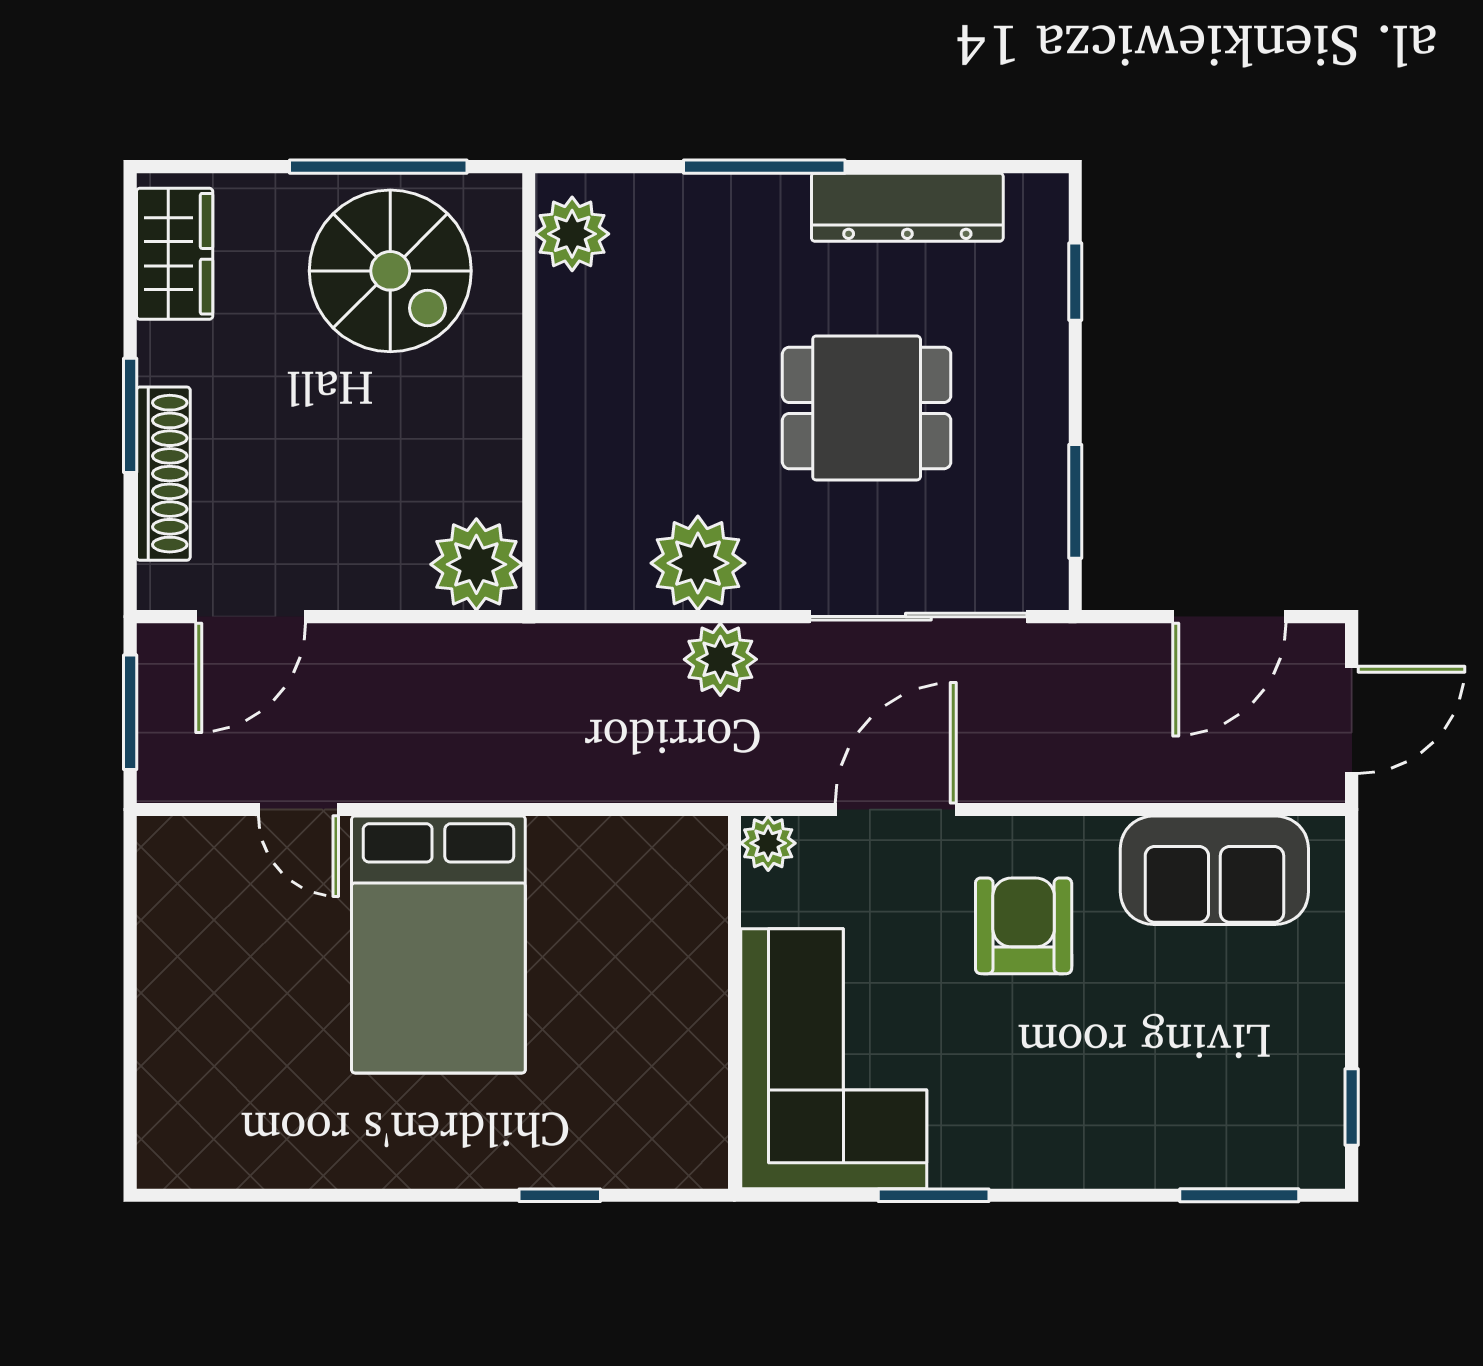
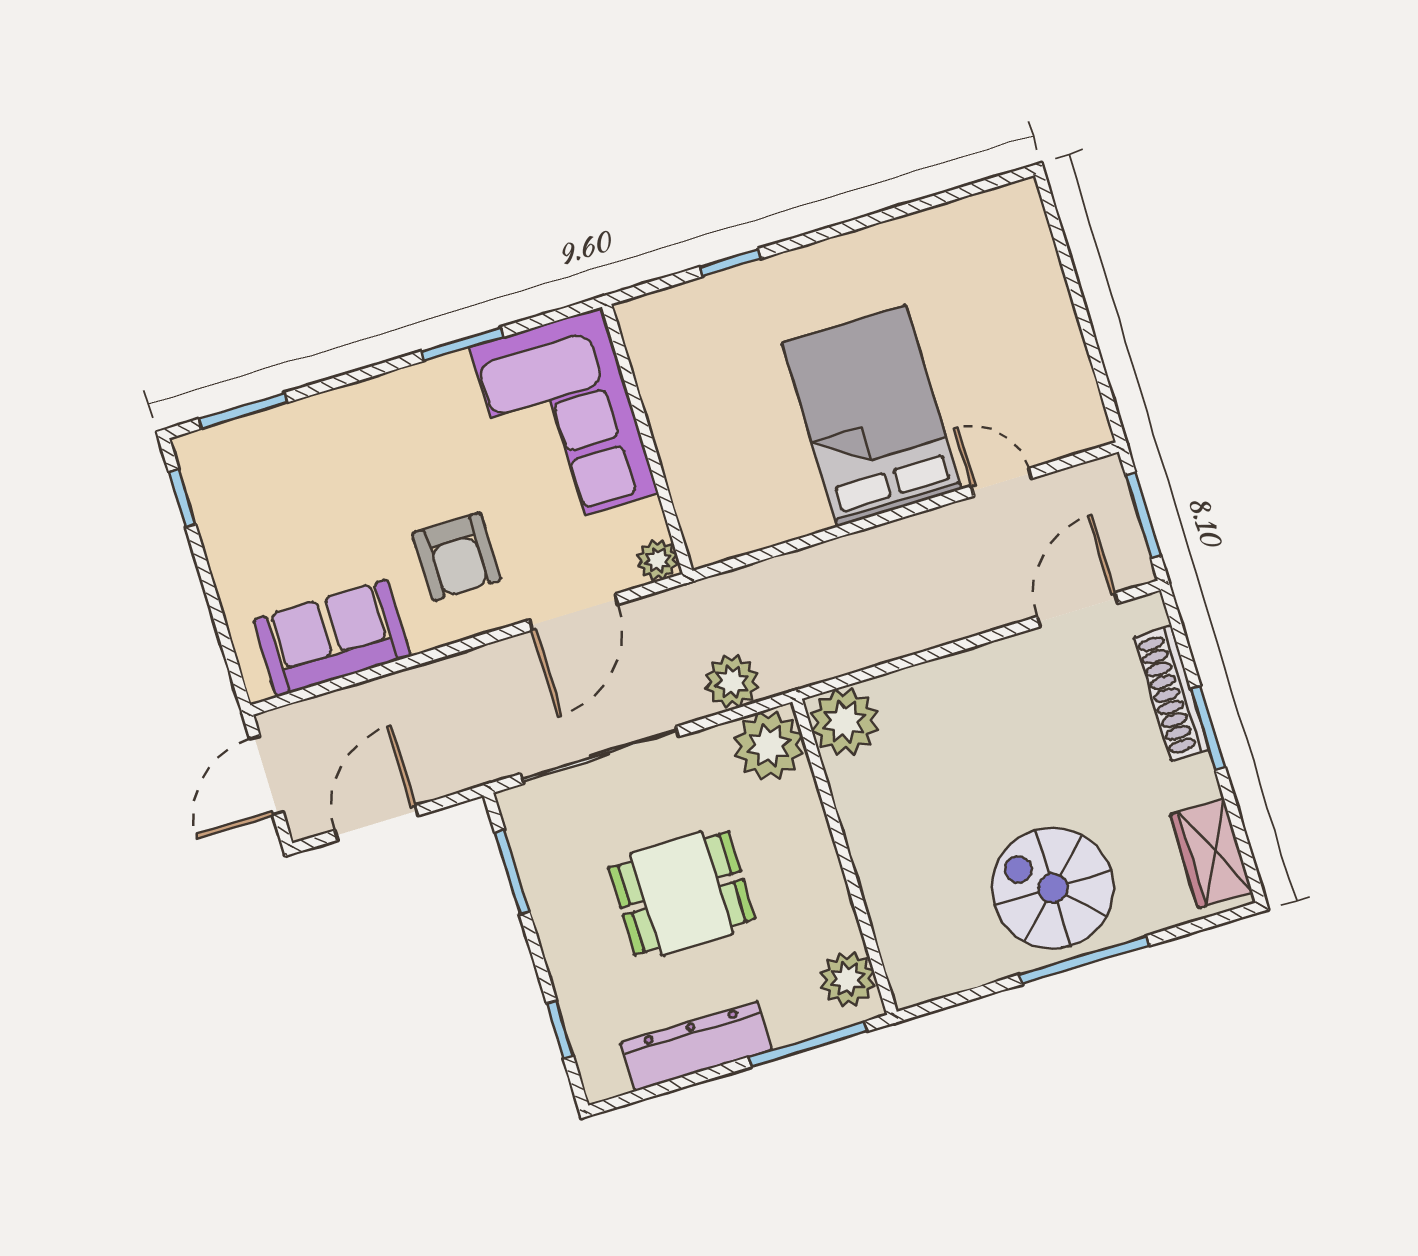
plant: (572, 234) -> (848, 979), moved
wall: (529, 392) -> (845, 857), moved
plant: (476, 564) -> (844, 722), moved

